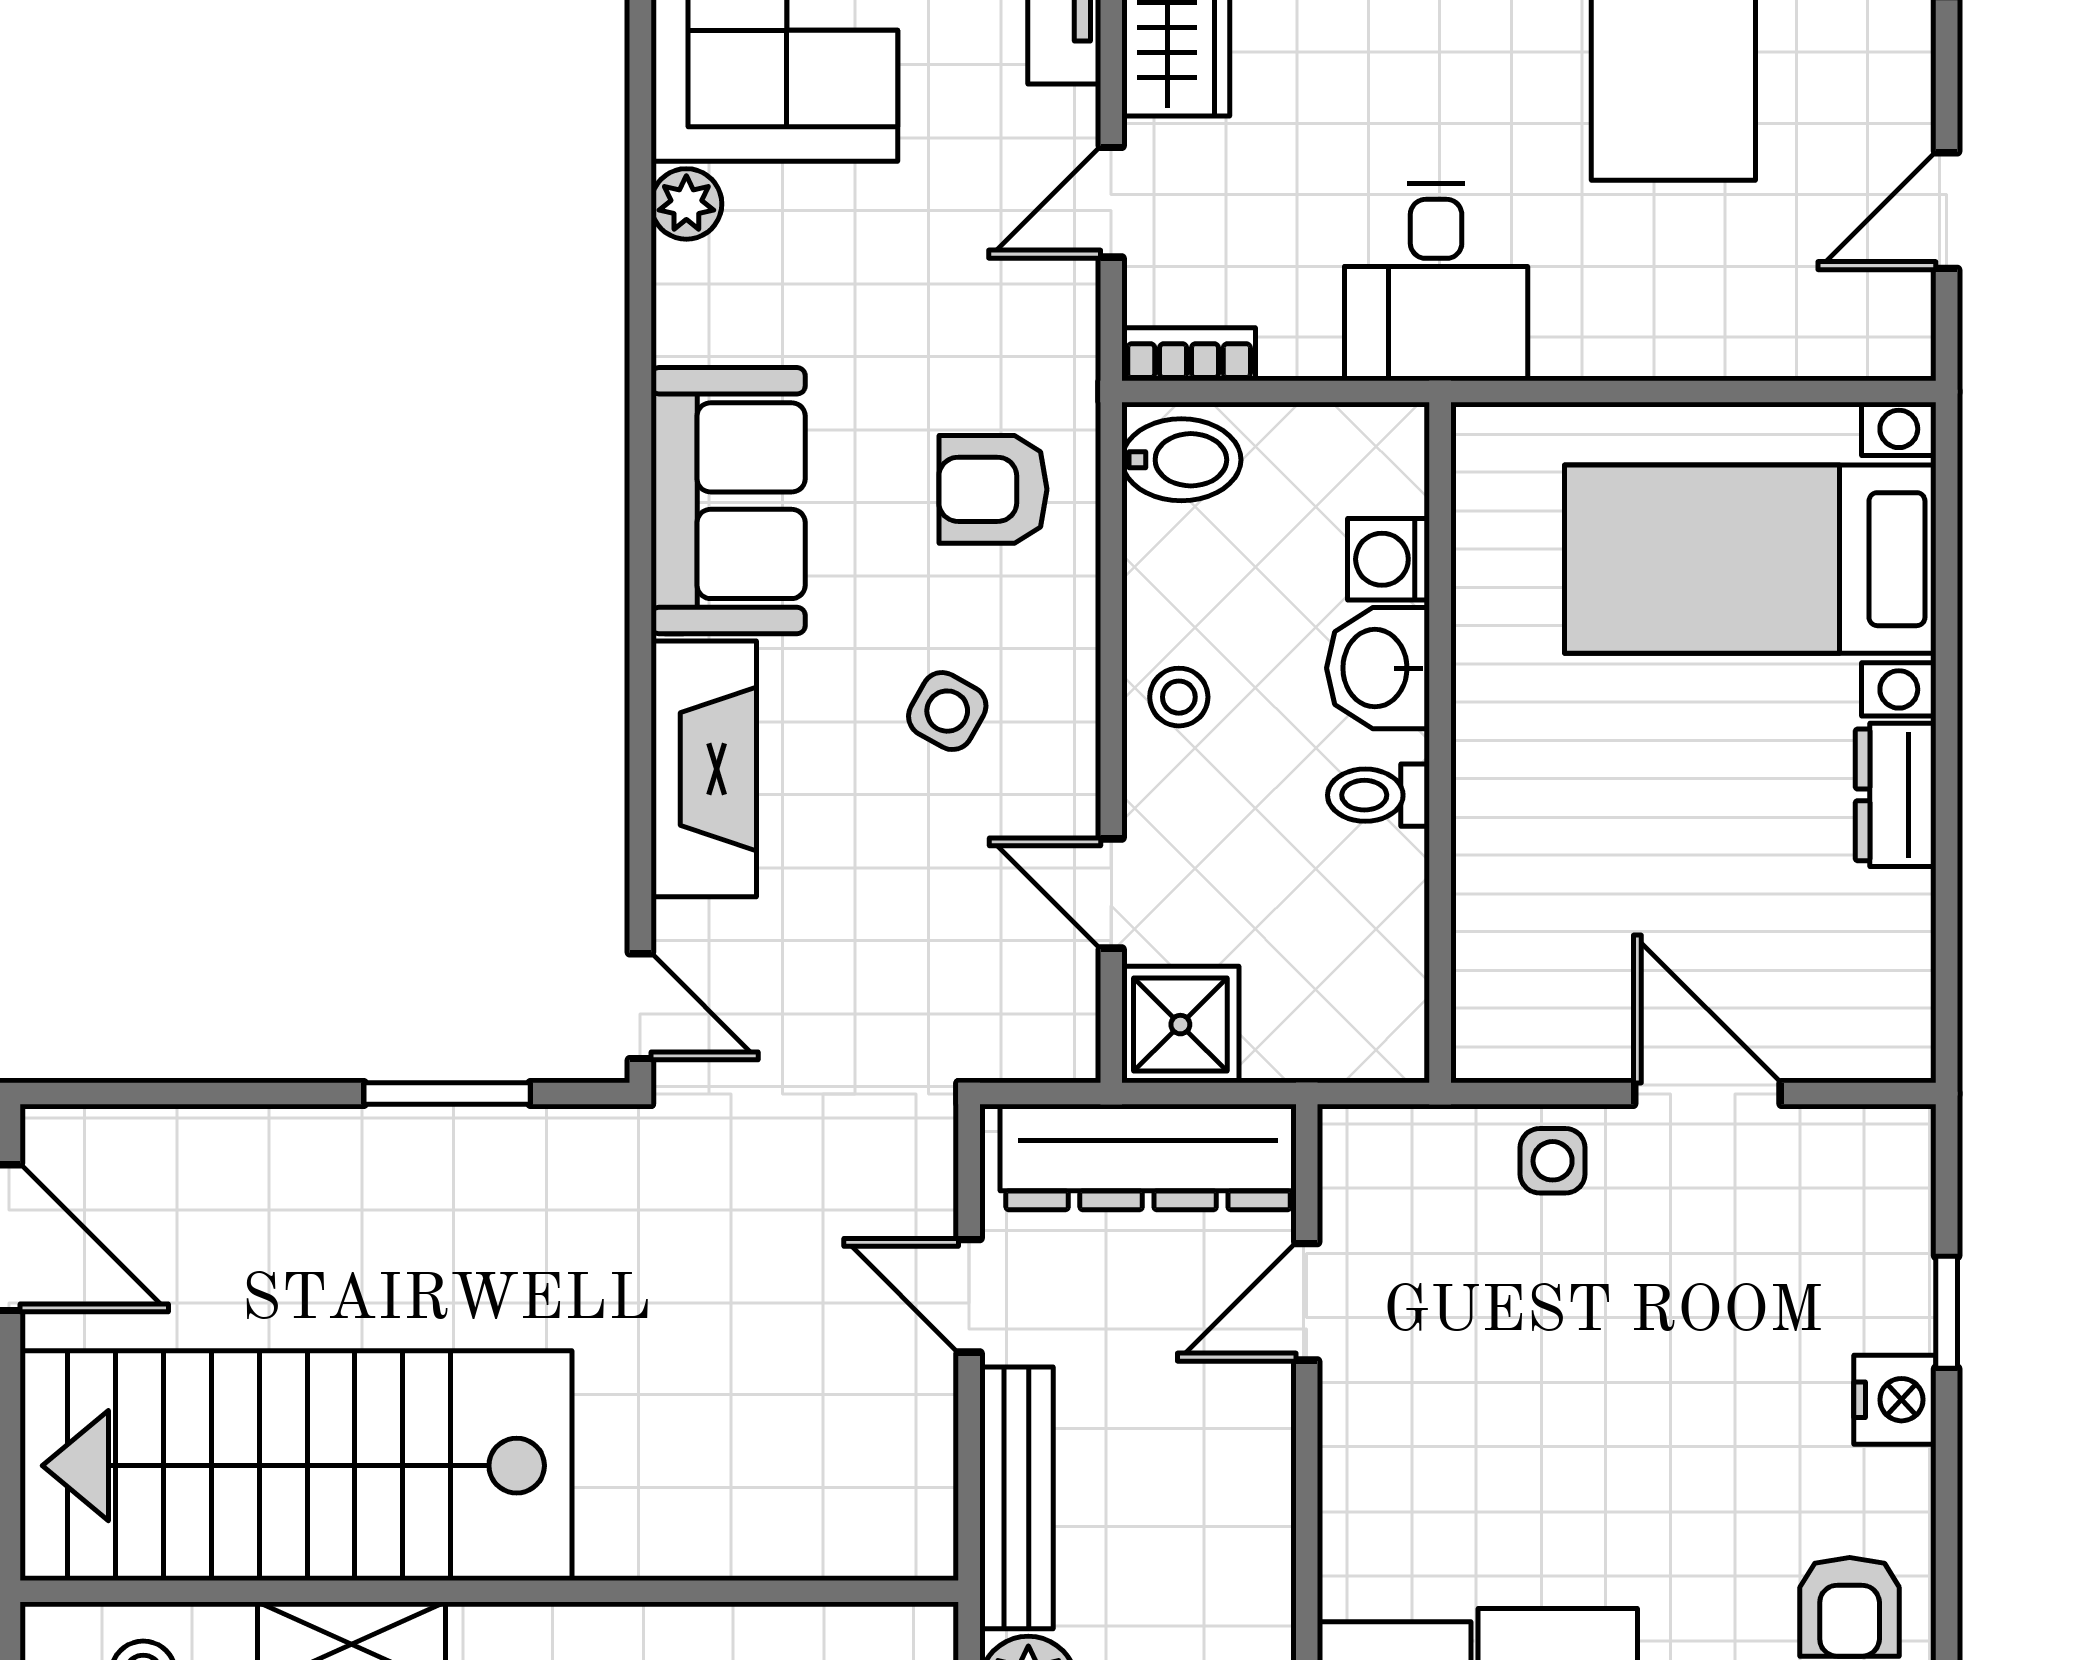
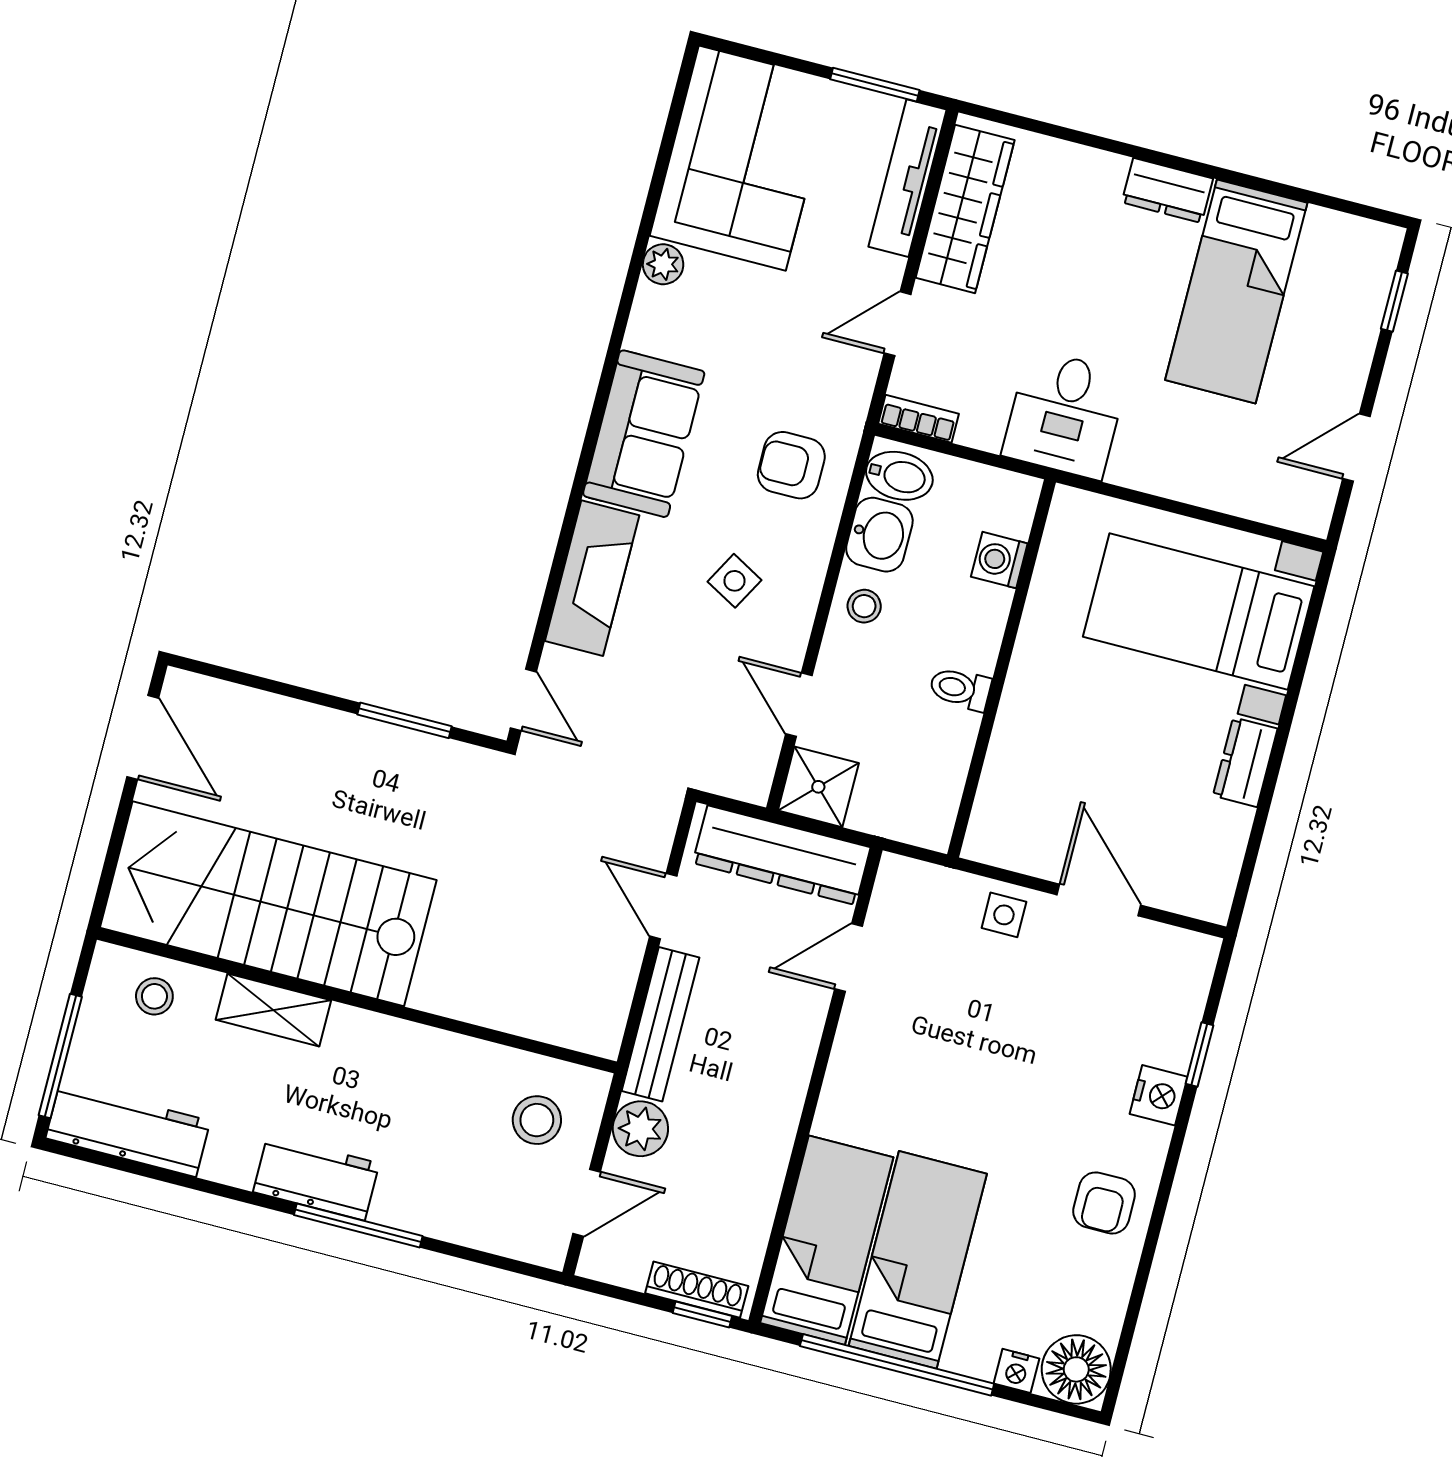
washbasin: (1378, 668) -> (879, 535), moved, turned 180

